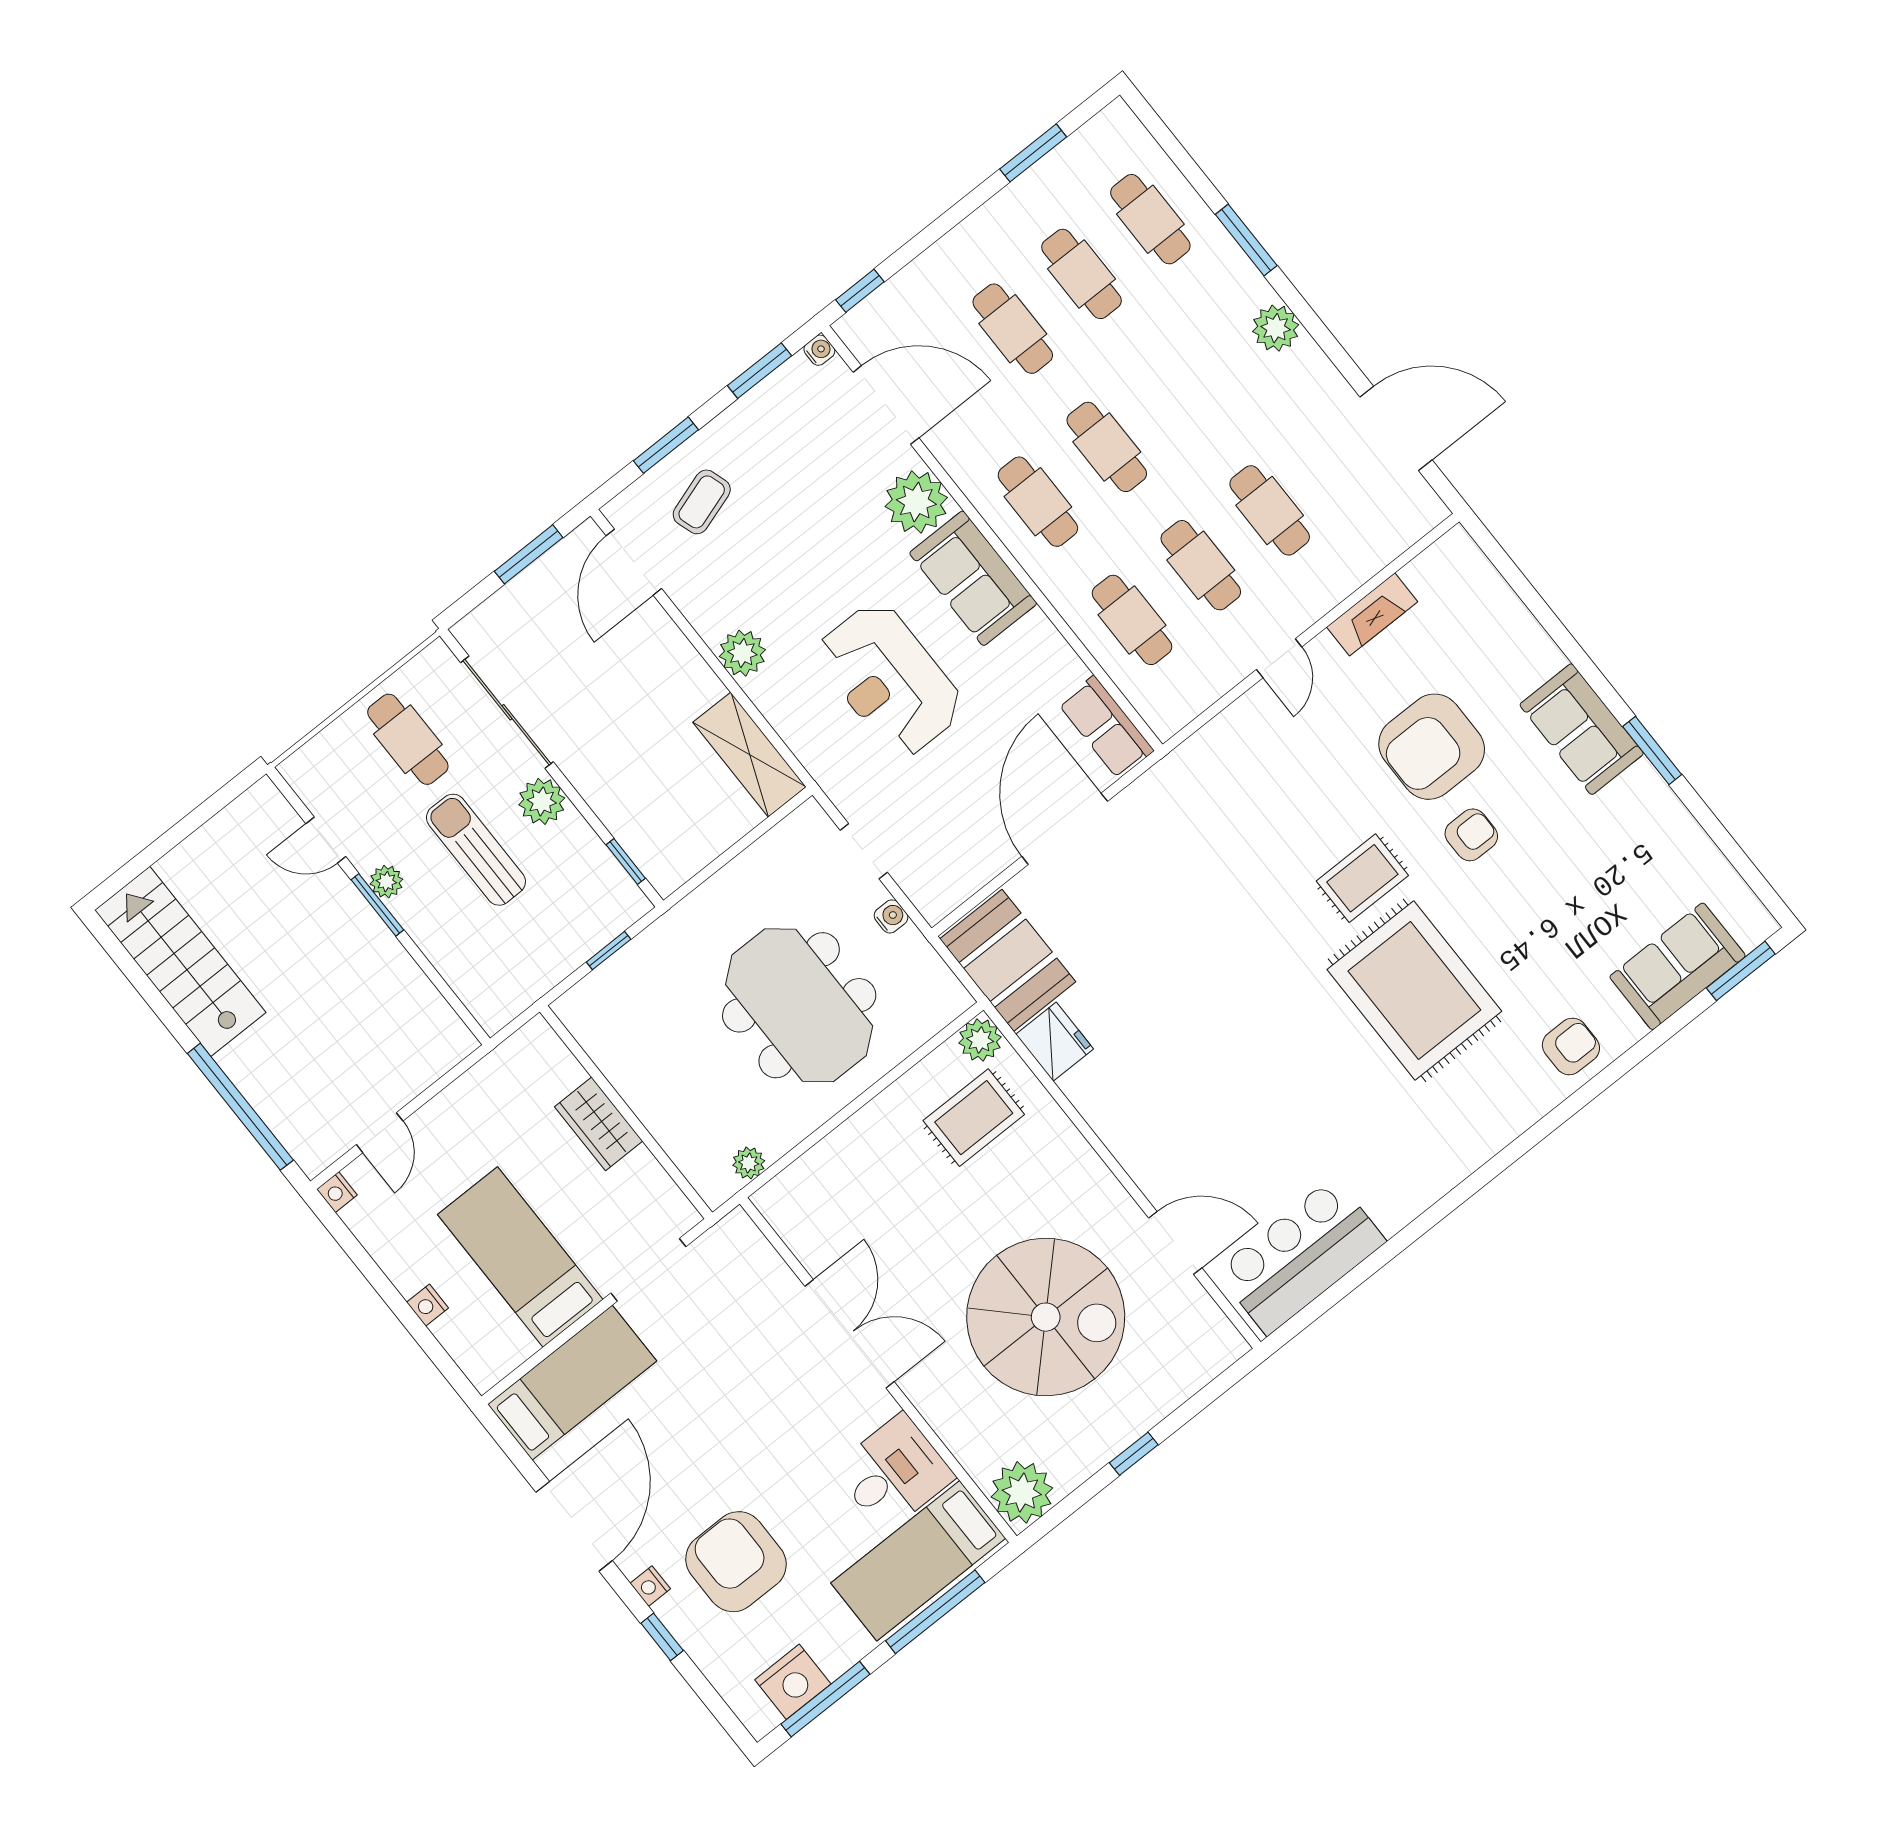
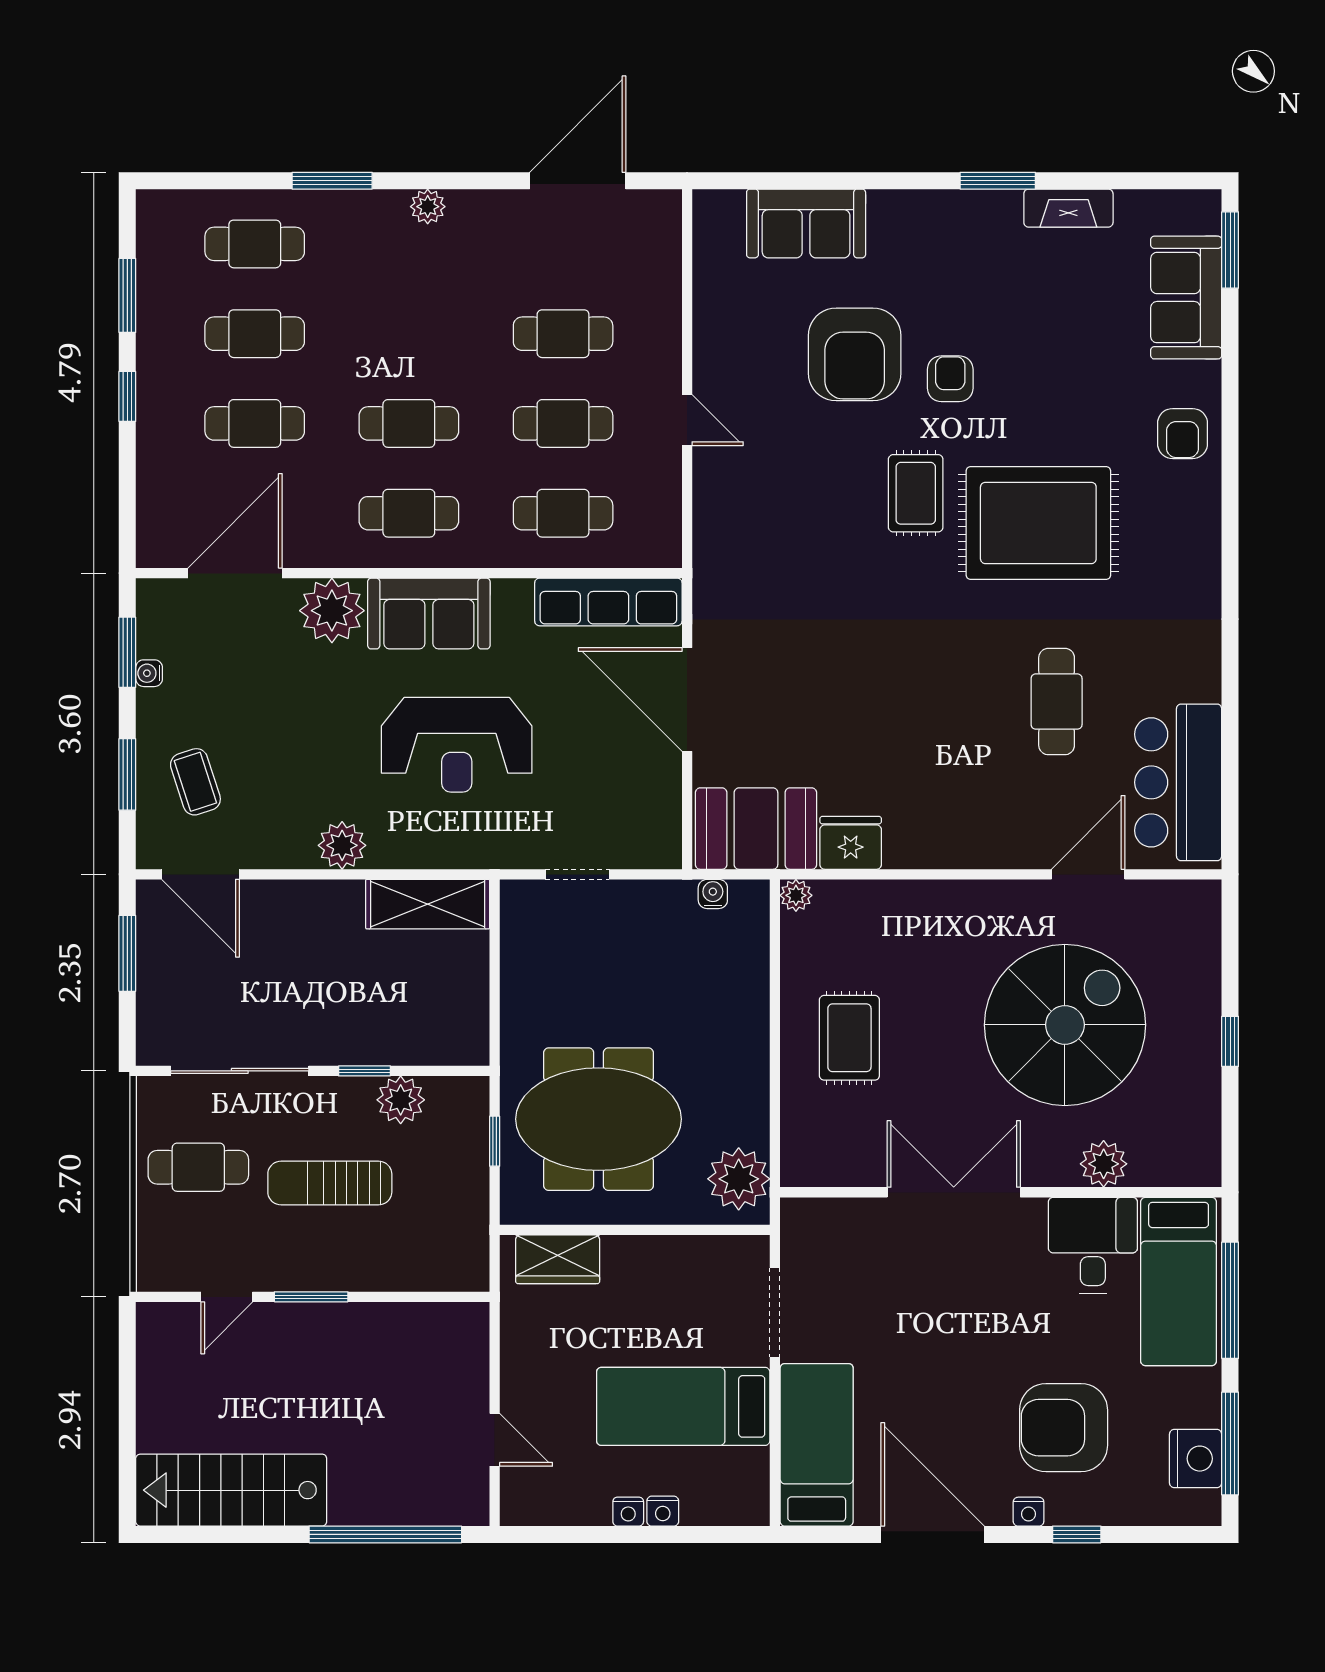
window: (860, 291) -> (127, 396), moved
plant: (1276, 328) -> (428, 207), width x0.73, depth x0.73
water cooler: (819, 350) -> (149, 673), moved, turned -90
fireplace: (1372, 614) -> (1068, 208), moved, turned 90
row of seats: (1106, 727) -> (608, 602), width x1.48
sofa: (1582, 729) -> (806, 223), moved
plant: (542, 801) -> (401, 1100), moved
window: (626, 861) -> (364, 1071), moved
plant: (386, 882) -> (298, 1275), removed
water cooler: (891, 916) -> (713, 894), moved
meeting table: (799, 1005) -> (599, 1119), moved
plant: (980, 1040) -> (796, 895), width x0.73, depth x0.73
armchair: (1571, 1046) -> (1183, 434), turned 180
cafe table: (1289, 1113) -> (1057, 702), added
rug: (974, 1118) -> (849, 1038), moved
wardrobe: (599, 1124) -> (558, 1259), moved
plant: (749, 1163) -> (739, 1179), width x1.88, depth x1.88
nightstand: (337, 1192) -> (628, 1512), moved
plant: (1022, 1492) -> (1104, 1164), moved, width x0.73, depth x0.73

